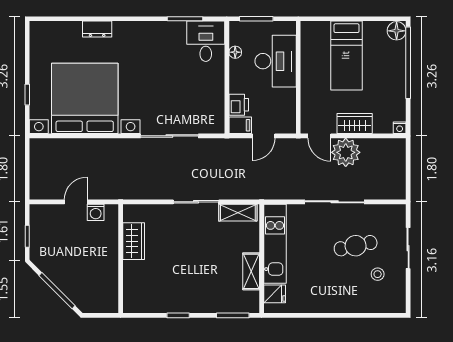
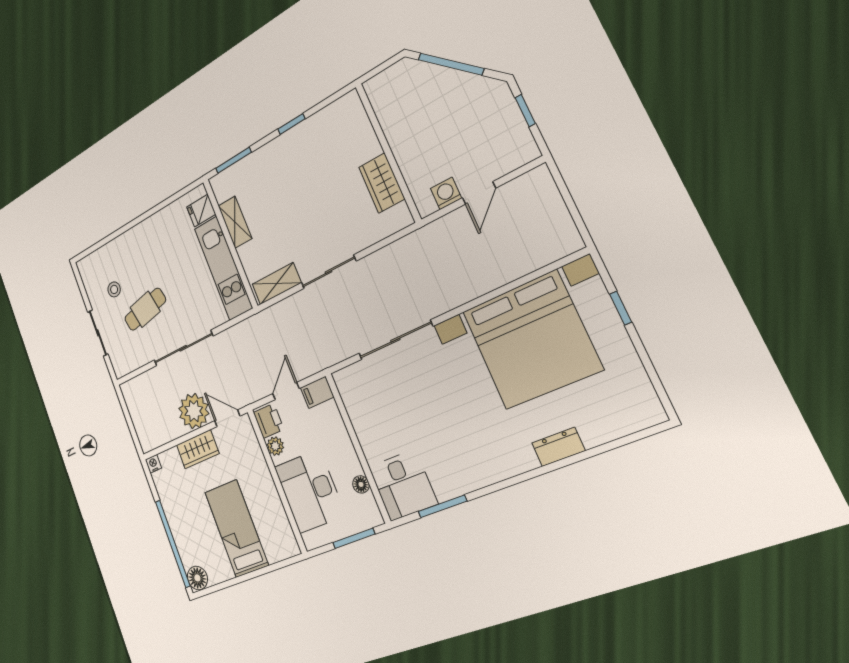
plant: (289, 102) -> (275, 446), added
printer: (239, 105) -> (269, 421), moved, turned 180

